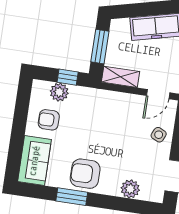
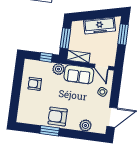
plant: (59, 92) -> (58, 69), moved
door: (158, 94) -> (102, 67), hinge flipped
sofa: (34, 161) -> (79, 74), moved, turned 90

